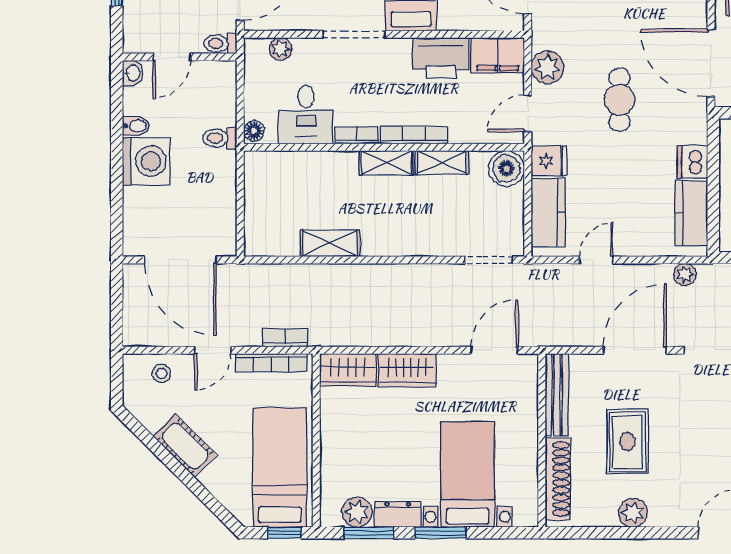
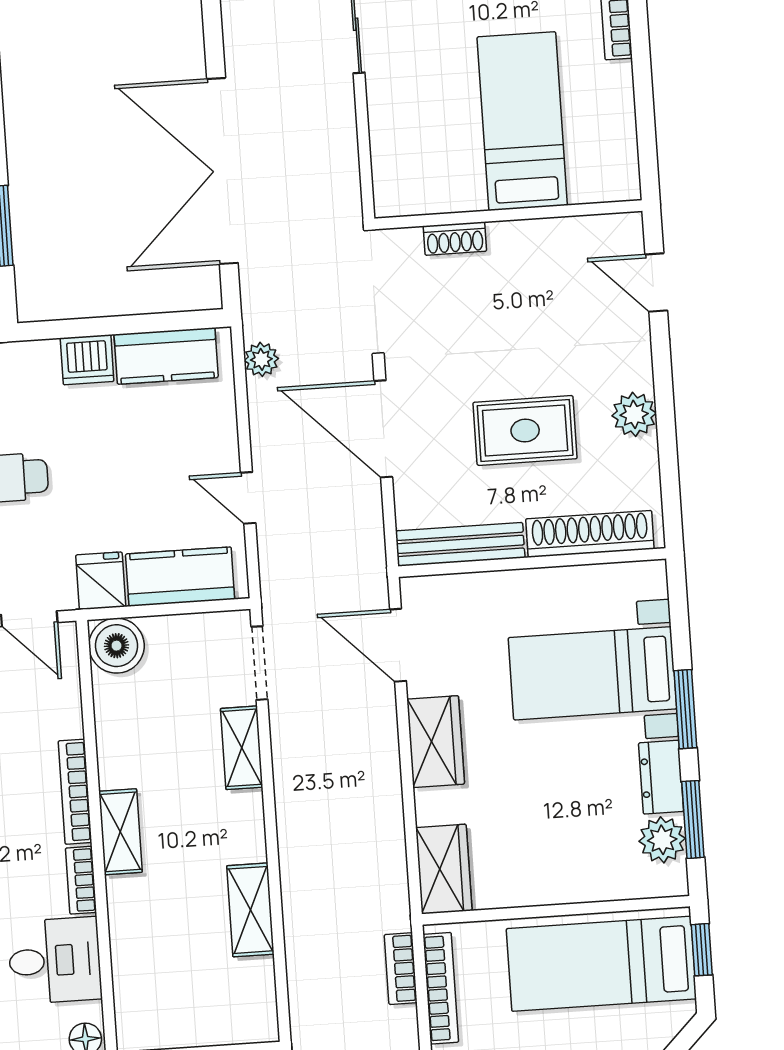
shelving: (442, 162) -> (242, 748), moved
wardrobe: (407, 370) -> (436, 742), moved

